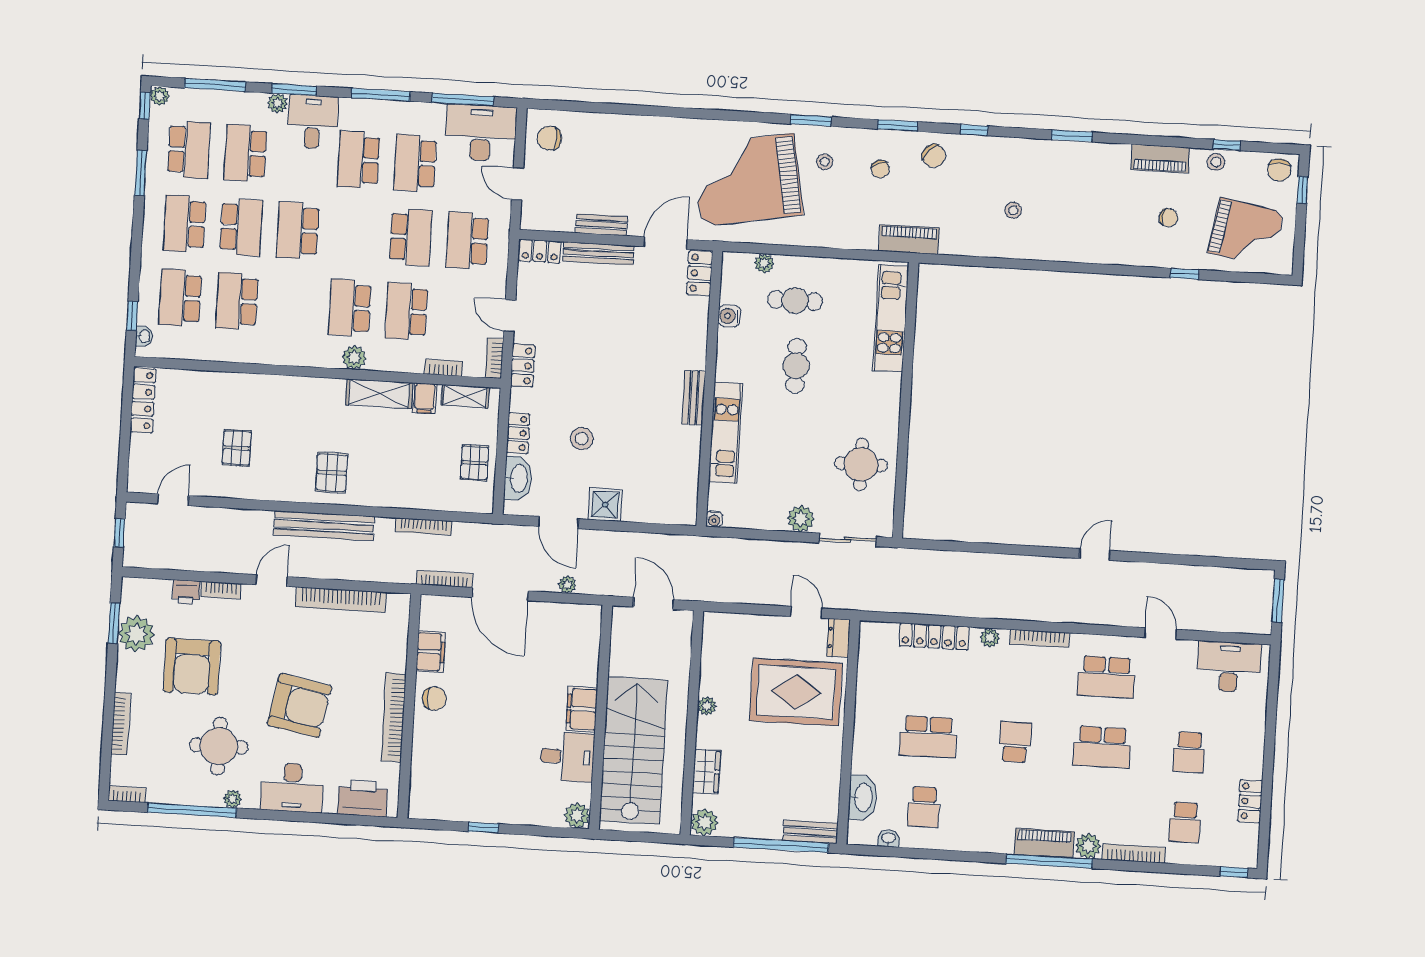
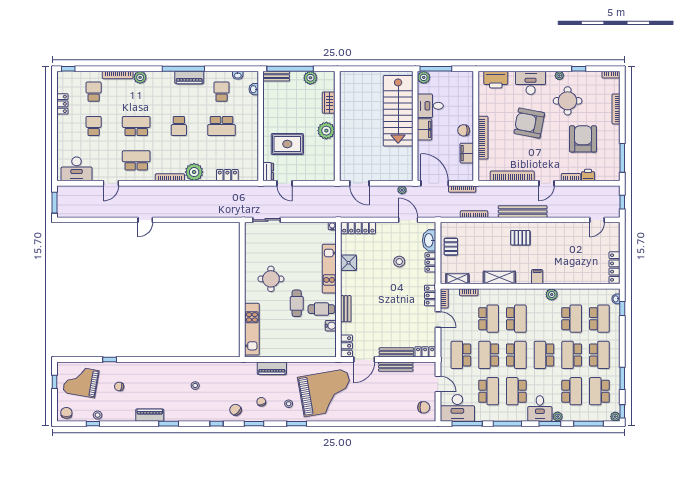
piano: (1160, 159) -> (150, 415), moved
school desk: (359, 160) -> (516, 391), turned 180
window: (1302, 190) -> (55, 382), moved
bench: (602, 225) -> (396, 367), width x1.36
school desk: (298, 230) -> (544, 355), turned 180
school desk: (354, 234) -> (516, 355), added
piano: (909, 240) -> (272, 368), moved
school desk: (467, 241) -> (461, 355), turned 180
plant: (764, 263) -> (315, 352), removed
cafe table: (795, 300) -> (321, 309), moved
plant: (354, 358) -> (552, 294), moved
filing cabinet: (425, 398) -> (537, 277), moved
bench: (694, 398) -> (346, 309), moved
pallet: (237, 448) -> (567, 247), removed
round table: (861, 464) -> (271, 279), moved
pallet: (332, 472) -> (520, 238), turned 90
shower: (605, 505) -> (349, 263), moved
locker: (661, 512) -> (358, 228), added
plant: (801, 519) -> (290, 229), removed
window: (114, 623) -> (622, 158), width x1.44
door: (1161, 633) -> (111, 183), hinge flipped
plant: (136, 634) -> (611, 153), removed
locker: (934, 636) -> (227, 175), width x0.66
plant: (990, 638) -> (194, 172), width x1.87, depth x1.87
rug: (796, 692) -> (287, 144), width x0.73, depth x0.69
plant: (707, 706) -> (326, 131), width x1.88, depth x1.88
filing cabinet: (582, 709) -> (425, 129), moved
bookcase: (394, 717) -> (483, 138), moved
wall: (601, 717) -> (415, 126), moved
school desk: (928, 737) -> (222, 126), turned 180
stairs: (634, 750) -> (398, 111), moved
desk: (567, 757) -> (430, 106), moved
washbasin: (863, 798) -> (254, 89), width x0.52, depth x0.69
window: (192, 810) -> (579, 69), width x0.32
plant: (577, 815) -> (424, 77), moved
plant: (704, 822) -> (310, 78), moved
window: (483, 828) -> (436, 69), width x2.17
piano: (1044, 843) -> (189, 77), moved
window: (1049, 861) -> (183, 69), moved

